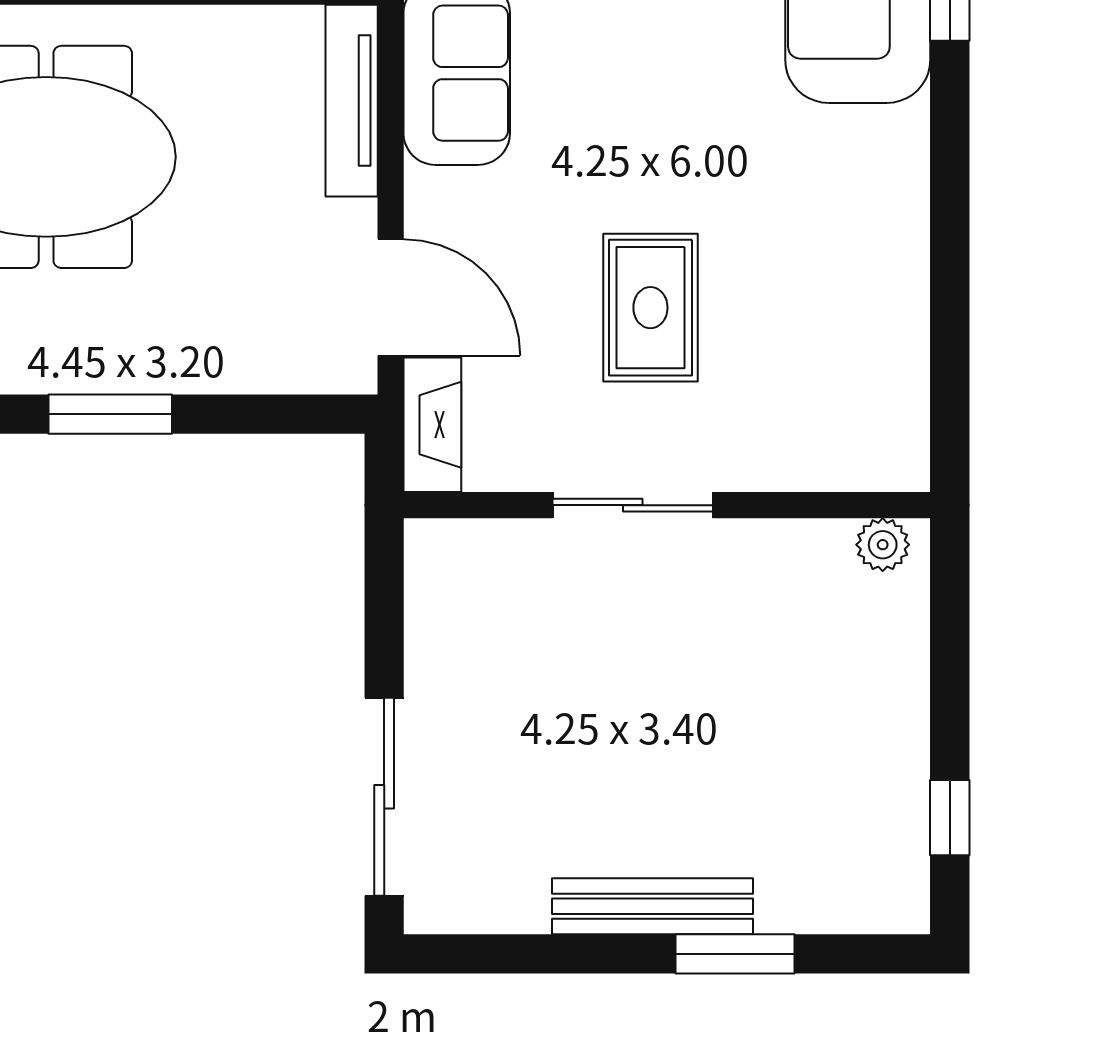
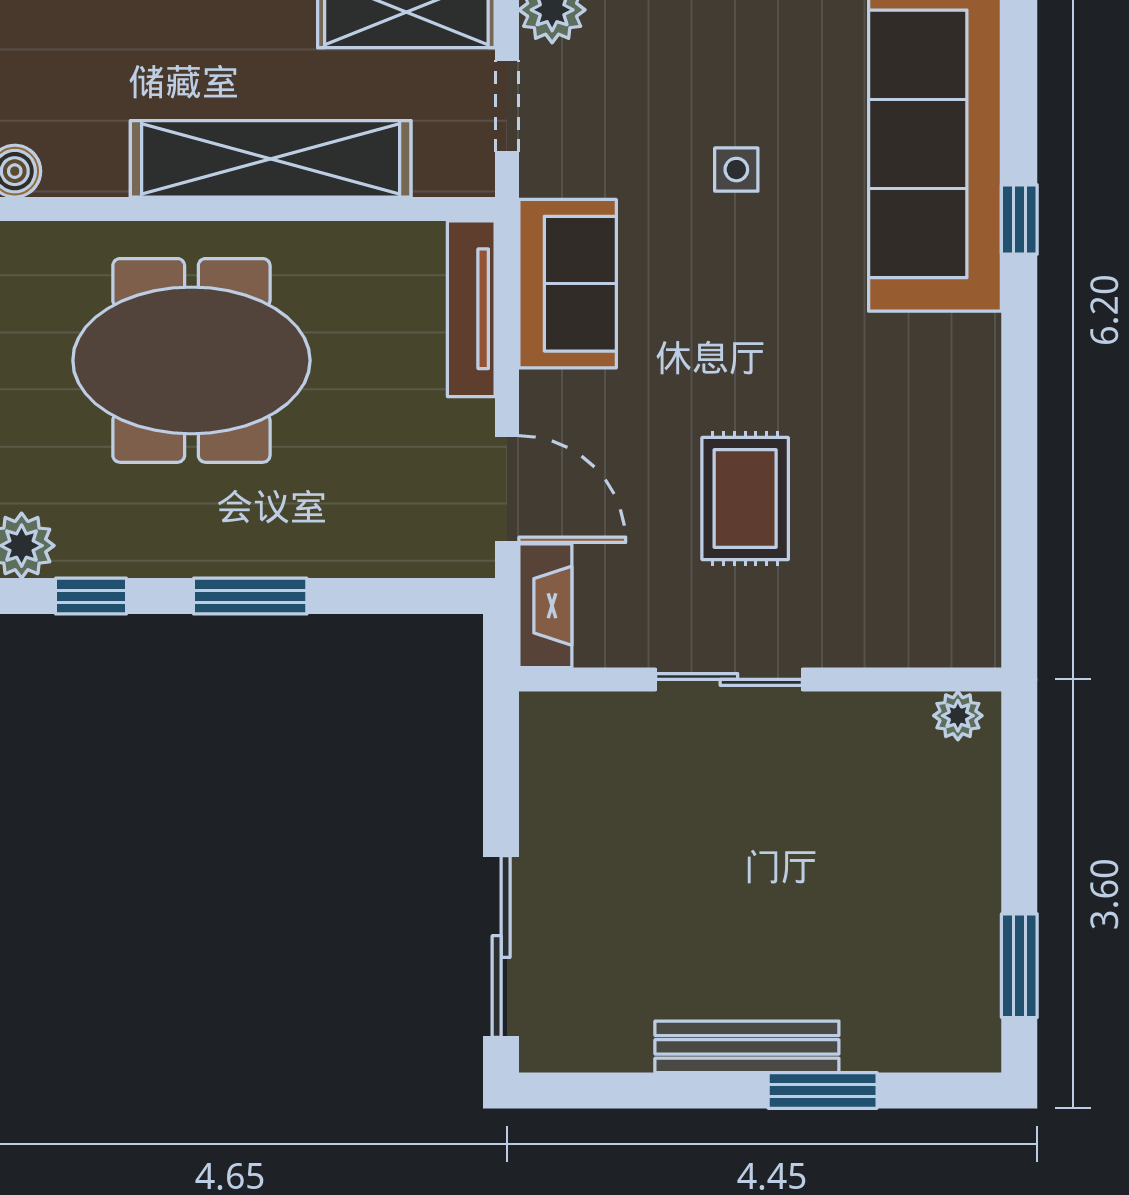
window: (950, 818) -> (1019, 966), width x1.50

